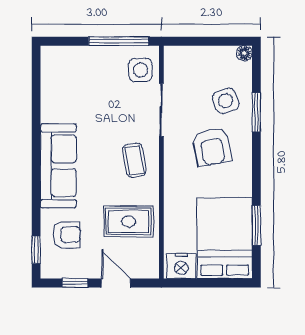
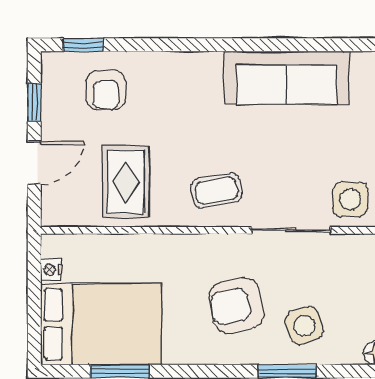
sofa: (58, 166) -> (287, 78), moved
nightstand: (181, 266) -> (51, 270), width x0.53, depth x0.56

